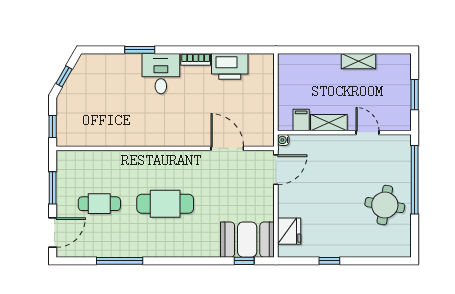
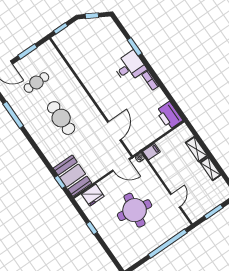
printer: (230, 66) -> (169, 116), moved
filing cabinet: (301, 120) -> (151, 152), moved
shelving: (329, 123) -> (196, 149), moved
cafe table: (99, 204) -> (36, 82), turned 90
round table: (385, 205) -> (135, 210), moved, width x1.36, depth x1.36

